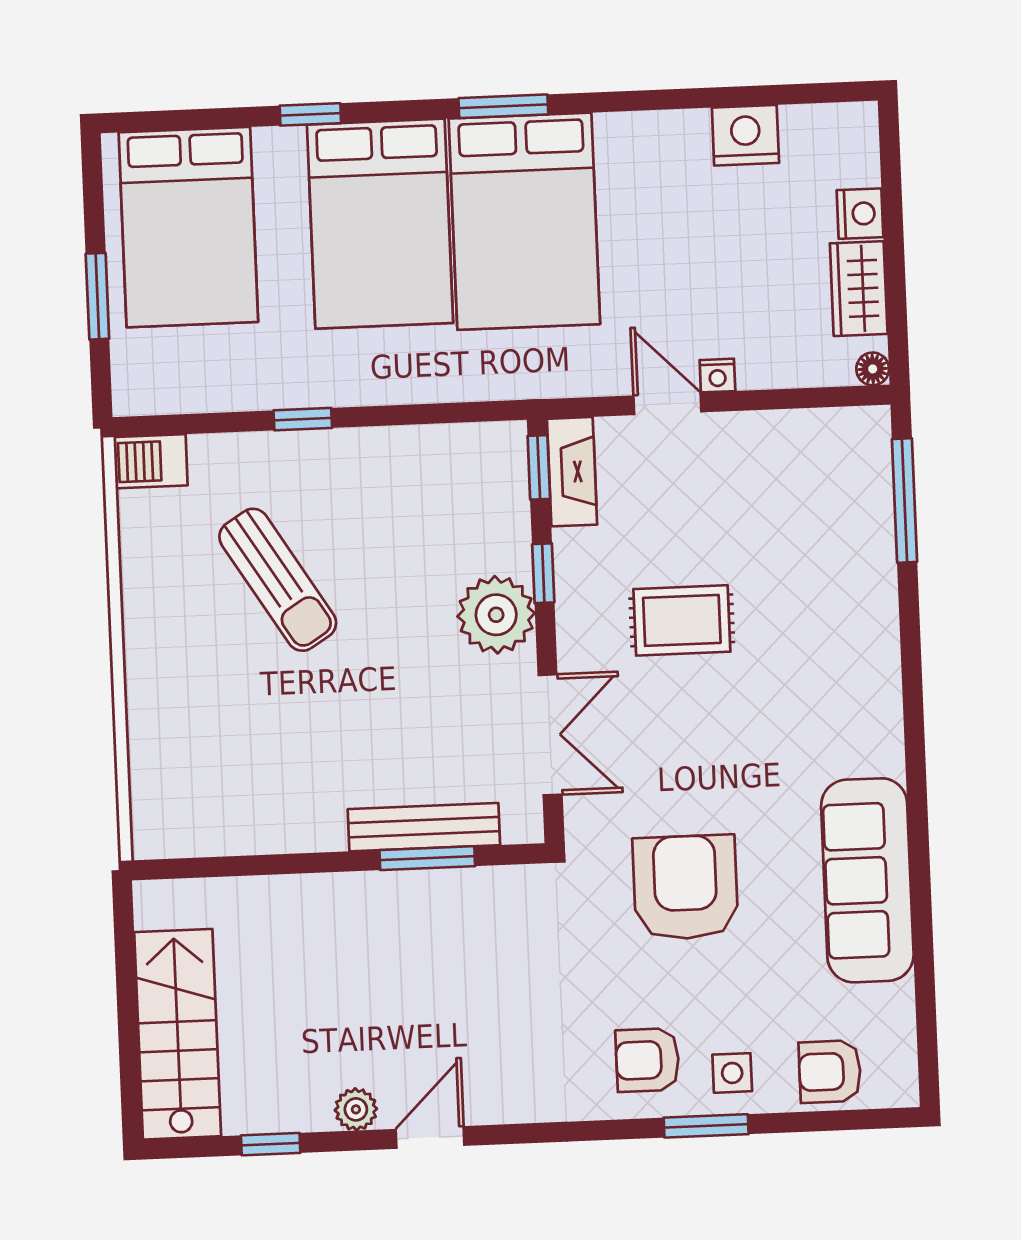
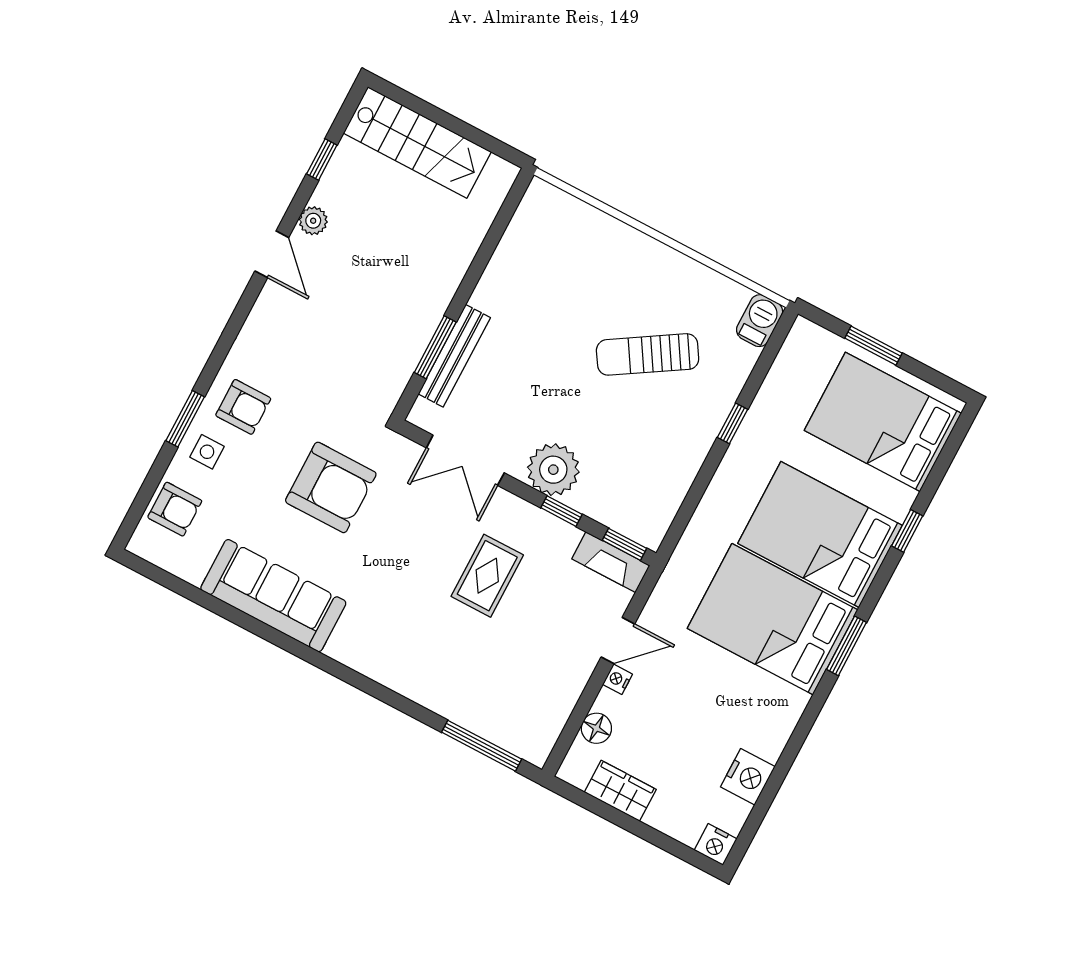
nightstand: (860, 214) -> (716, 844), moved
floor lamp: (873, 369) -> (596, 728), moved, width x1.37, depth x1.37
armchair: (647, 1060) -> (243, 407), turned 90
armchair: (830, 1072) -> (175, 509), turned 90

